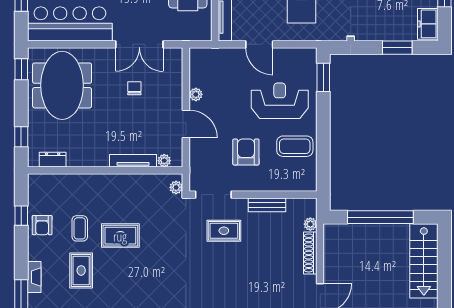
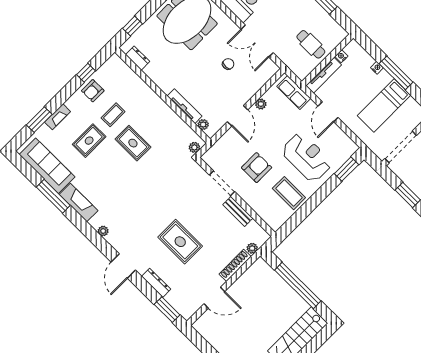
row of seats: (214, 57) -> (294, 92), added
doorway: (213, 195) -> (222, 183), moved
rug: (224, 231) -> (180, 242), moved, width x1.36, depth x1.43

